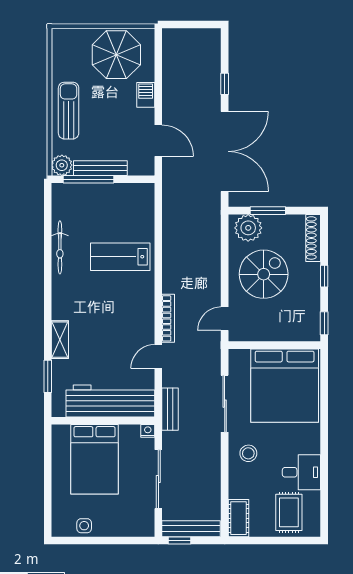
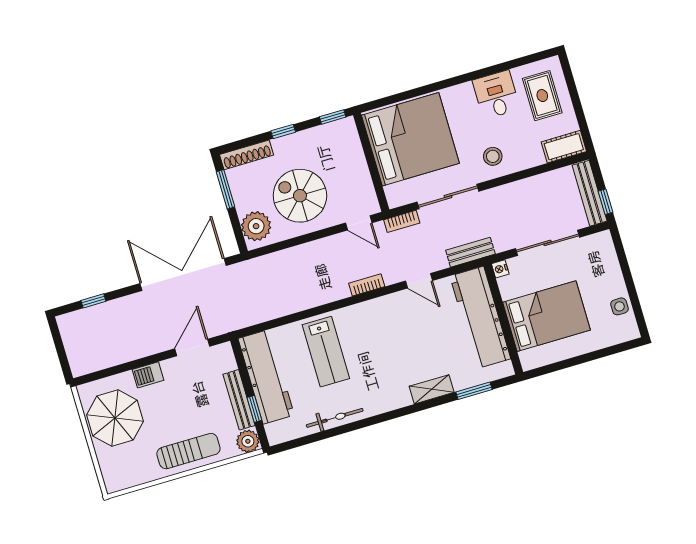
window: (225, 84) -> (93, 301), moved
sun lounger: (69, 111) -> (188, 451), turned 180
window: (88, 179) -> (254, 409), width x0.46
workbench: (114, 198) -> (266, 377), added
window: (268, 211) -> (226, 189), moved
bookcase: (168, 318) -> (367, 285), width x0.64
bookcase: (215, 357) -> (402, 221), added
rug: (289, 512) -> (542, 96), turned 90

